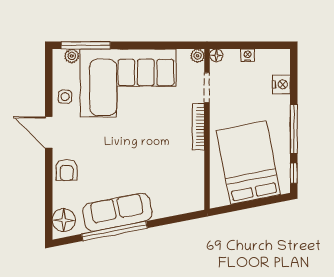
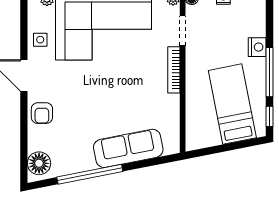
nightstand: (281, 84) -> (257, 47), moved
bed: (248, 163) -> (232, 104), width x0.67
sofa: (117, 212) -> (128, 148), moved

